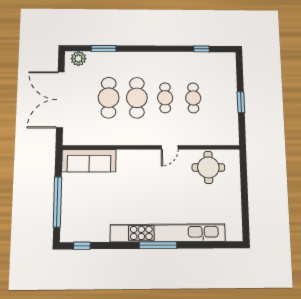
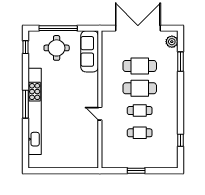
round table: (208, 167) -> (57, 48), moved

